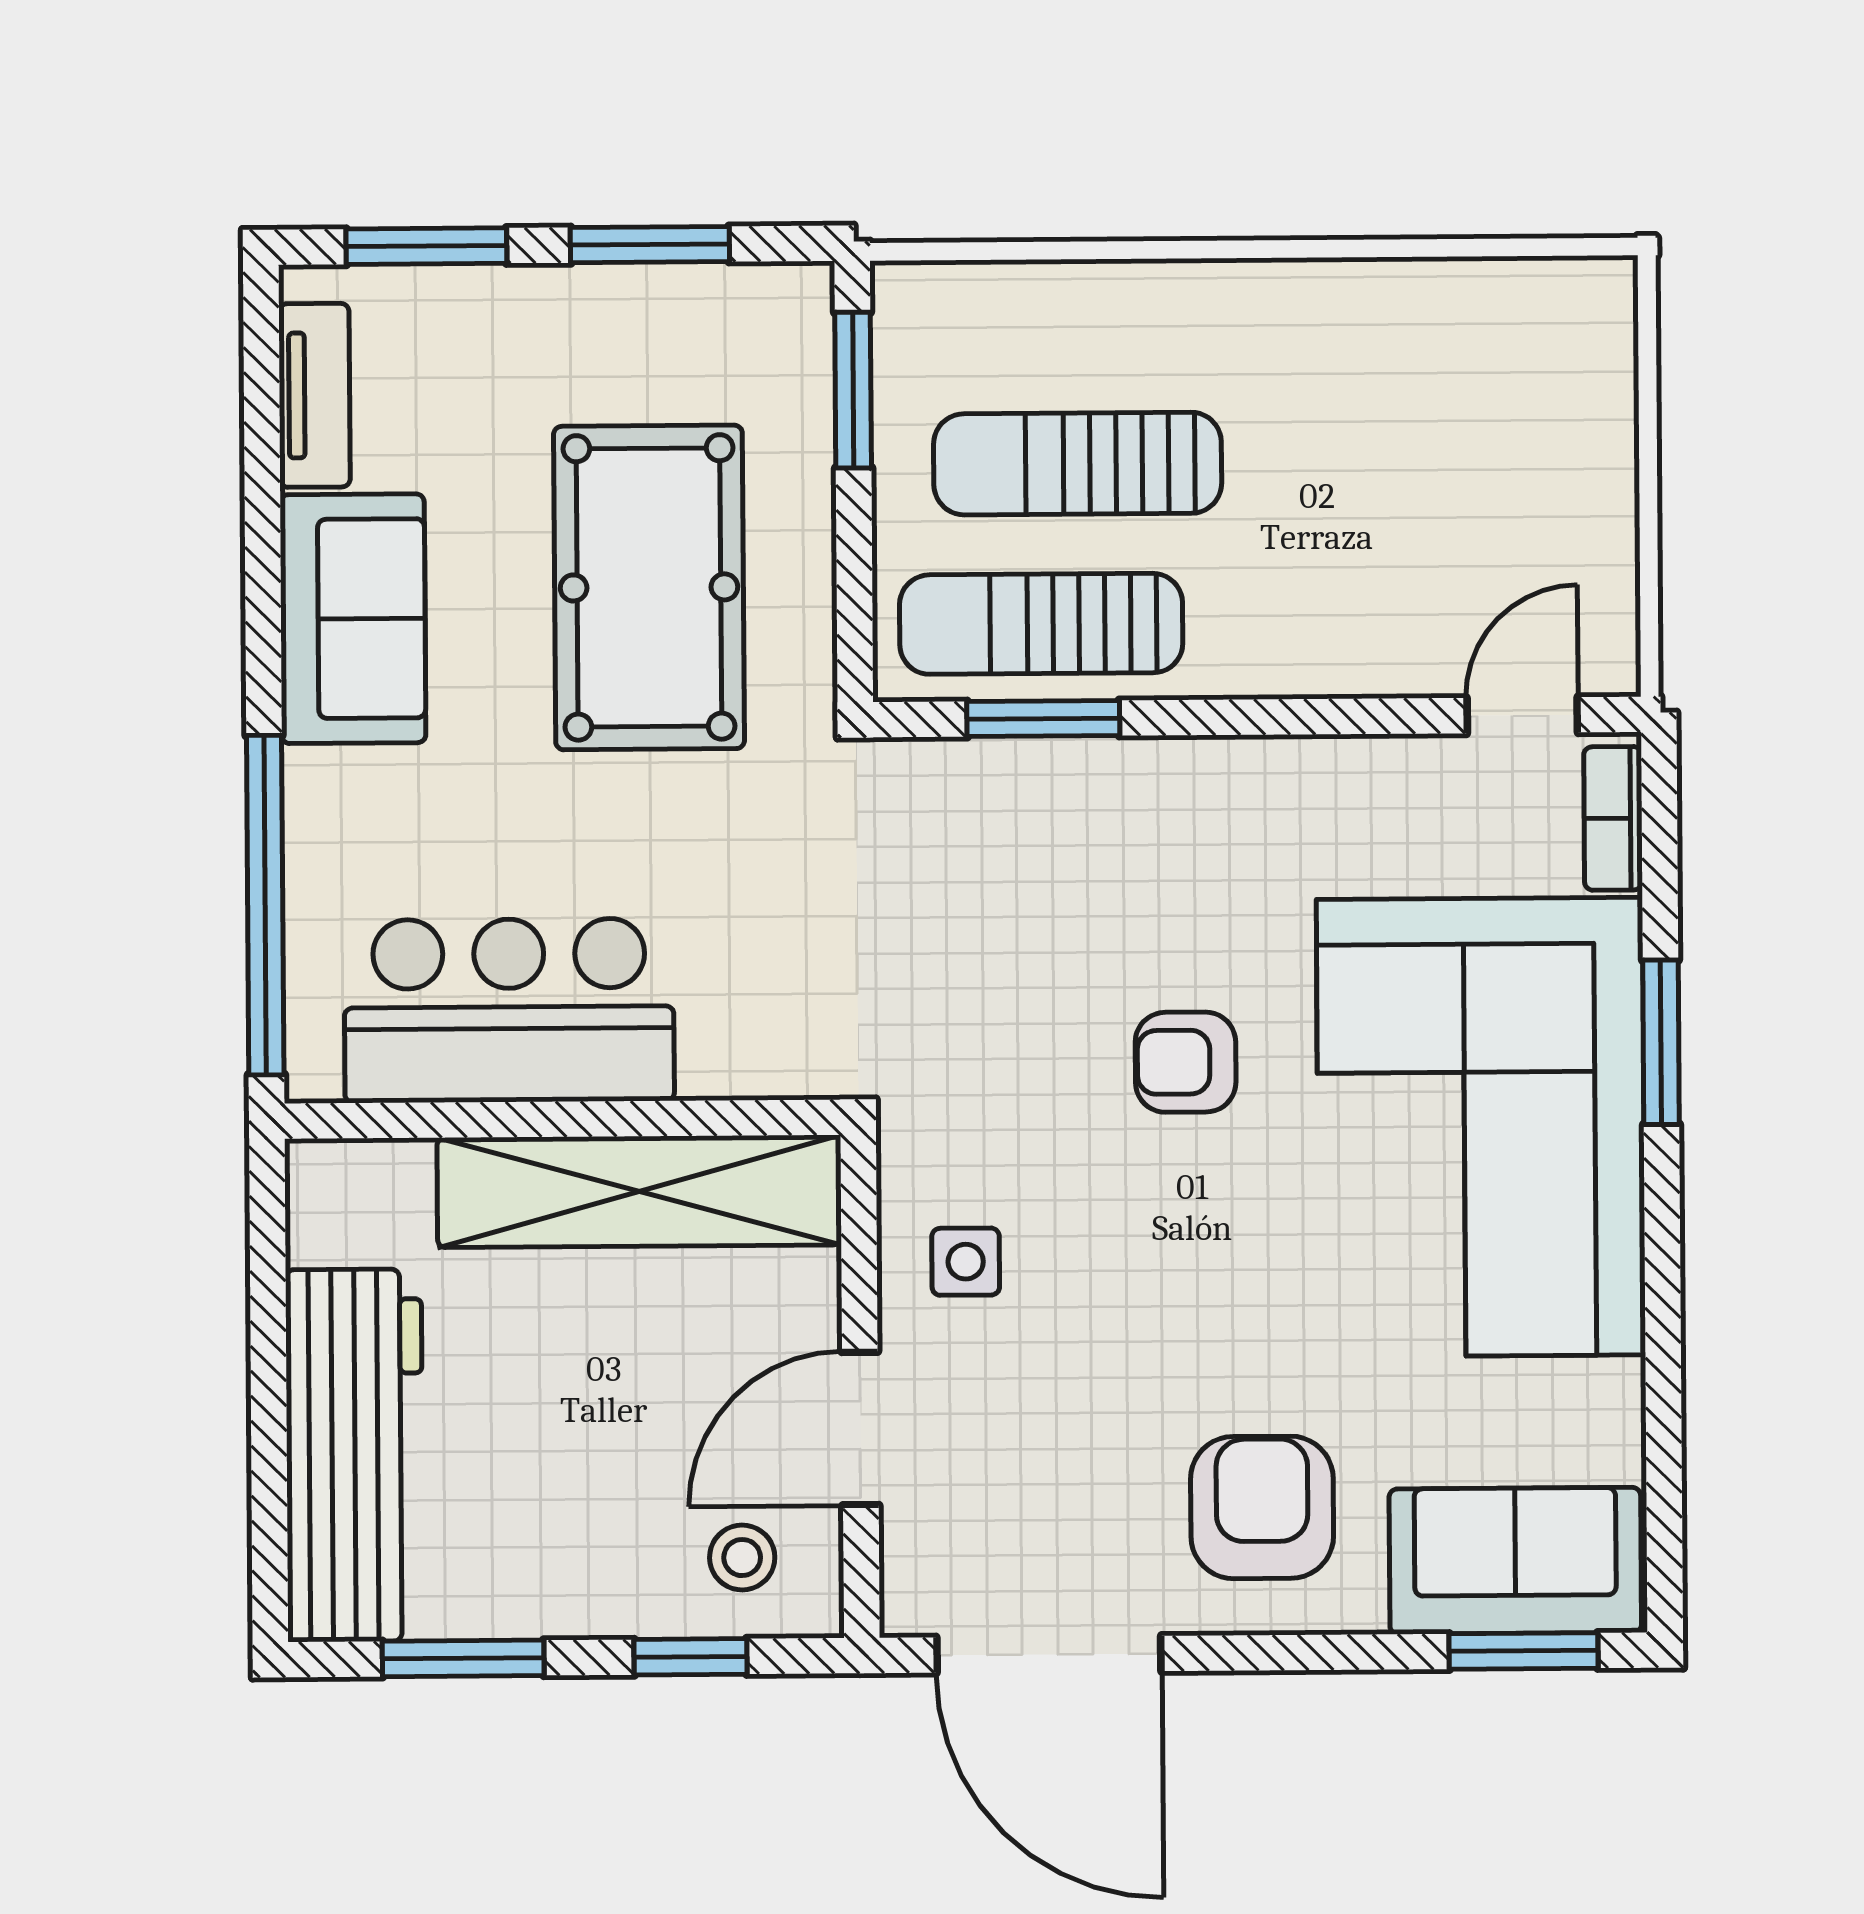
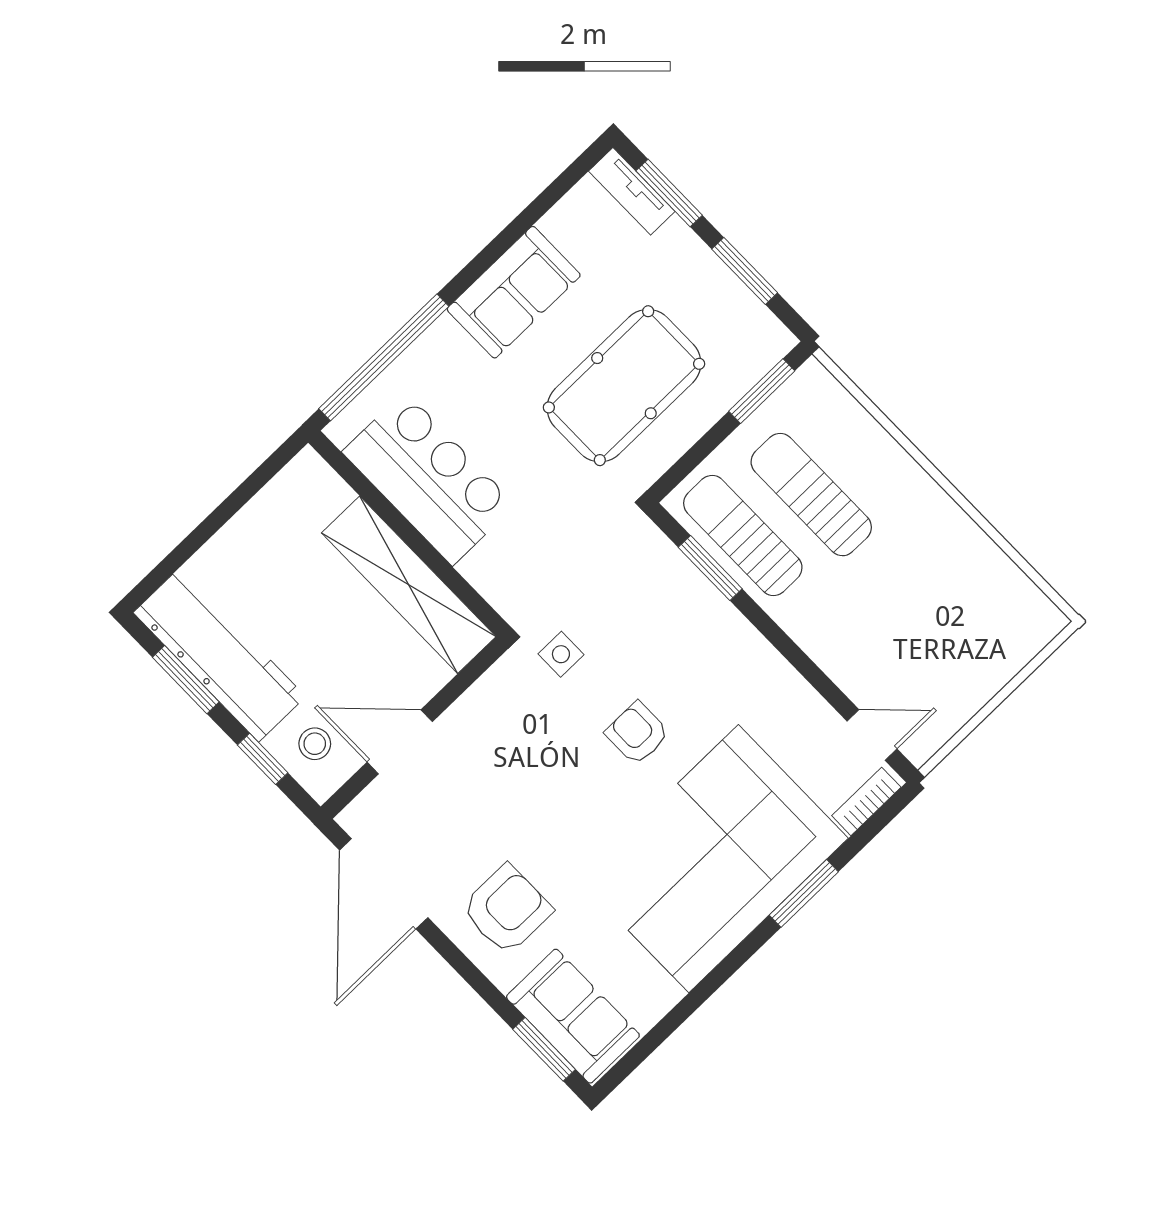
tv unit: (314, 395) -> (632, 191), moved, turned 90
side table: (966, 1262) -> (561, 654), moved
workbench: (355, 1455) -> (219, 655), moved, turned -90

